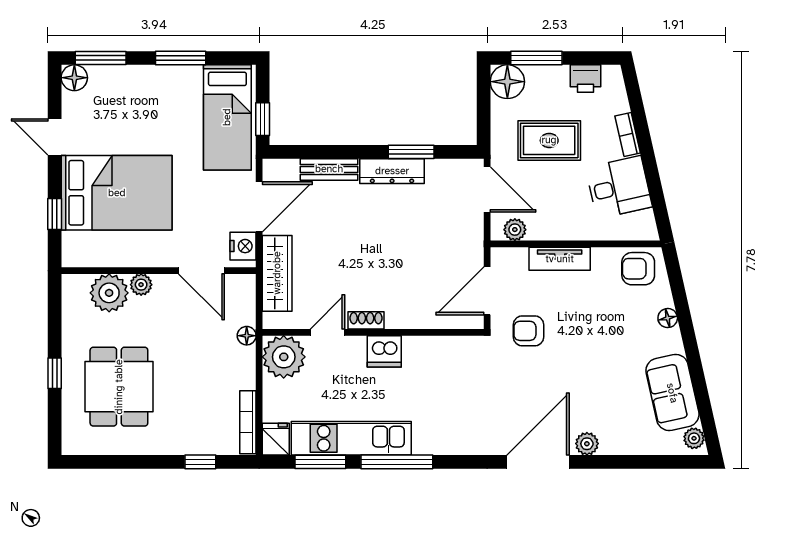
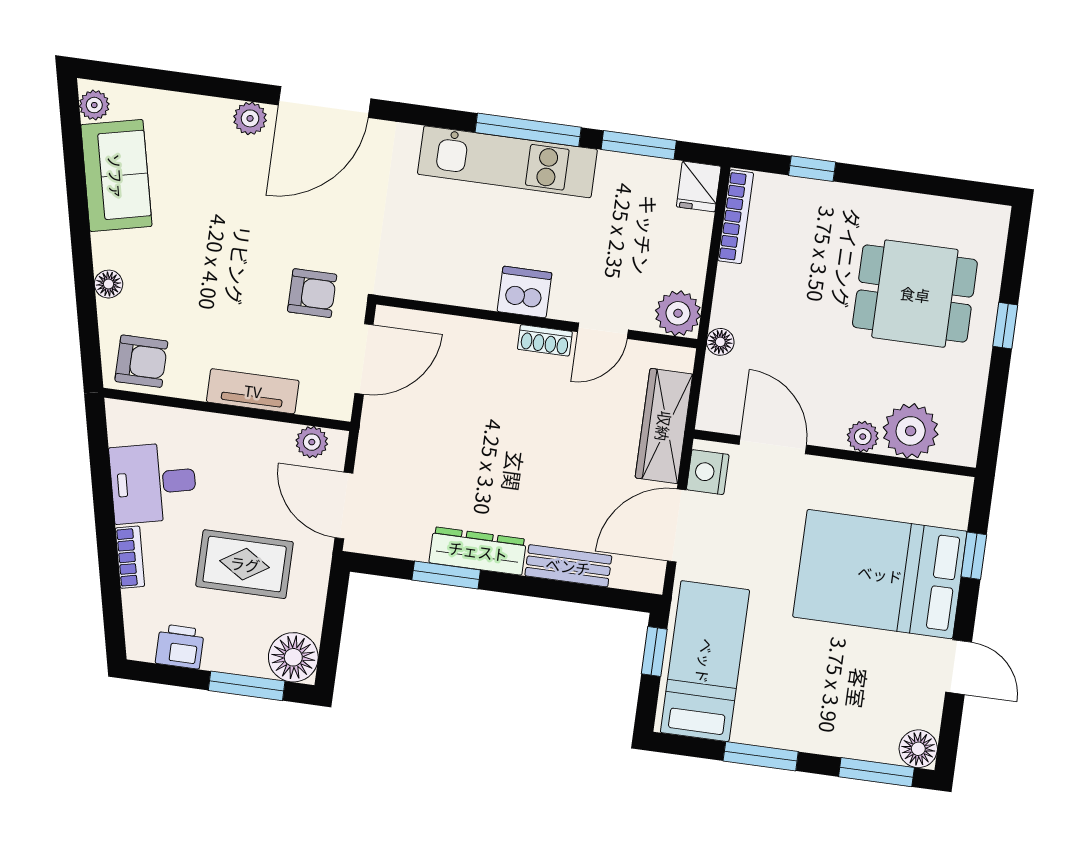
plant: (284, 357) -> (678, 313), width x0.73, depth x0.73
dining table: (119, 387) -> (915, 294), turned 90
kitchen unit: (351, 438) -> (507, 162), moved

